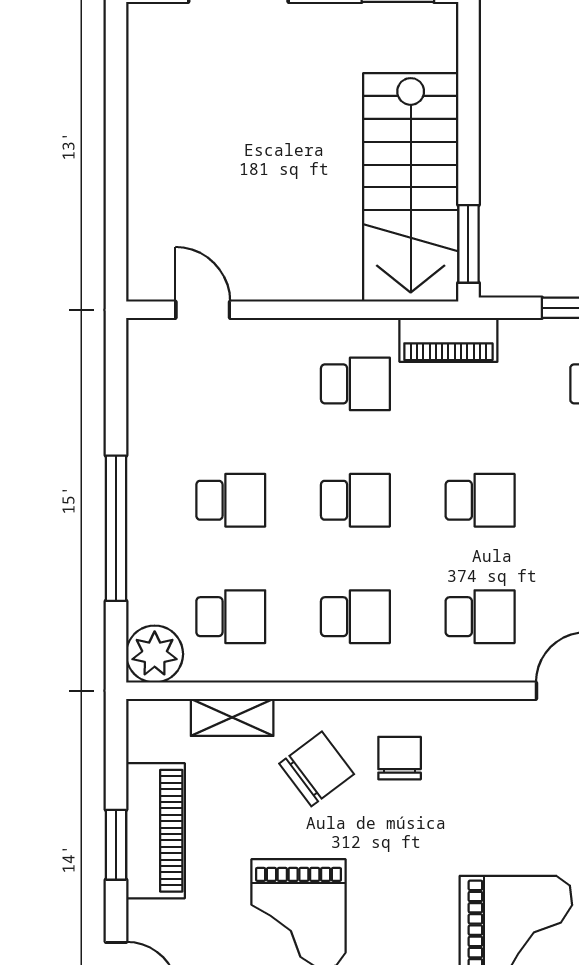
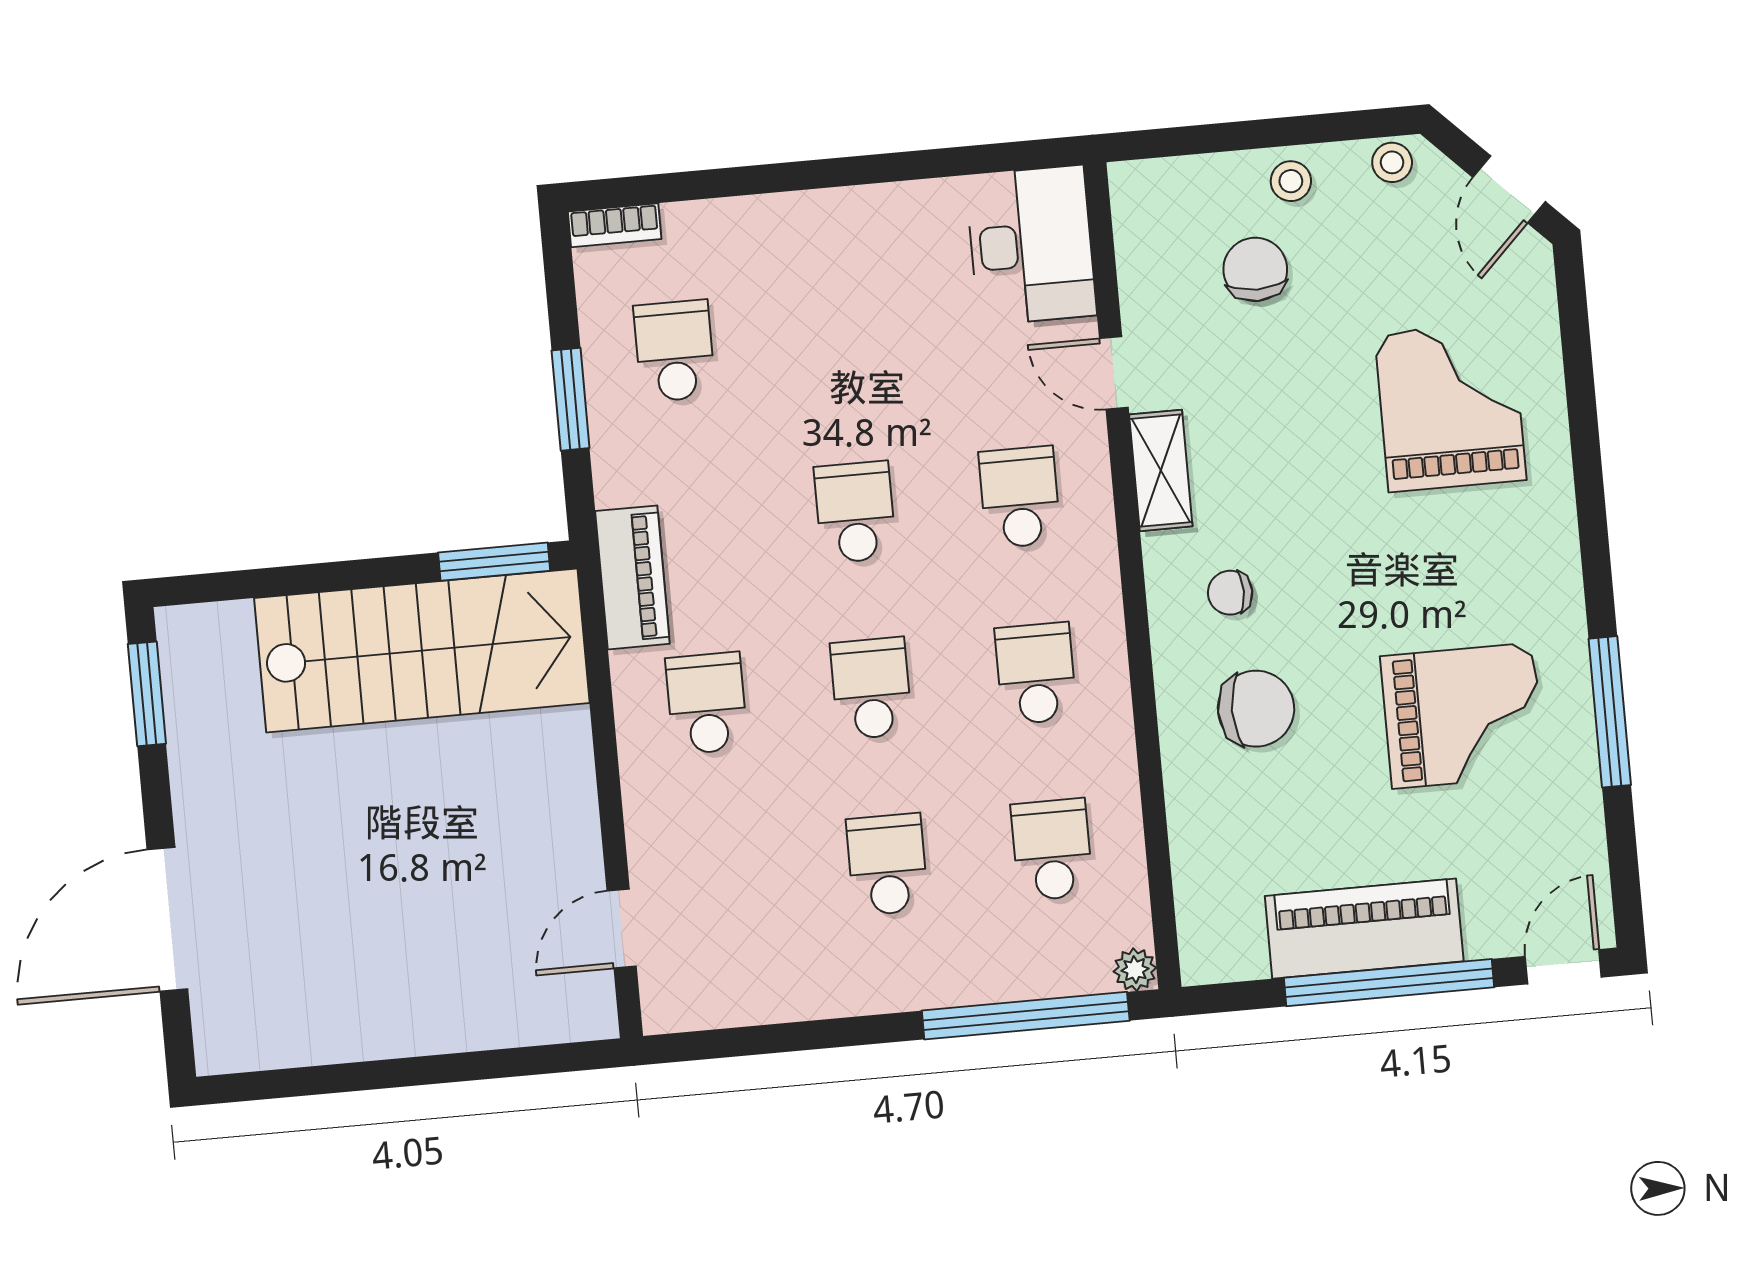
window: (116, 528) -> (1026, 1016), moved
plant: (155, 654) -> (1135, 970), width x0.53, depth x0.53
shelving: (232, 717) -> (1161, 470), moved
chair: (400, 758) -> (1230, 593), width x0.73, depth x0.73
chair: (317, 769) -> (1256, 709), turned 127
window: (116, 845) -> (1389, 983), width x2.11

